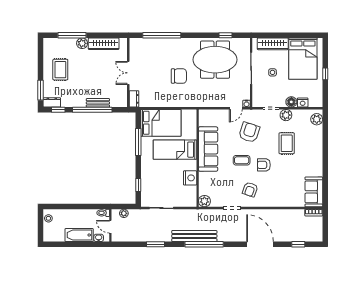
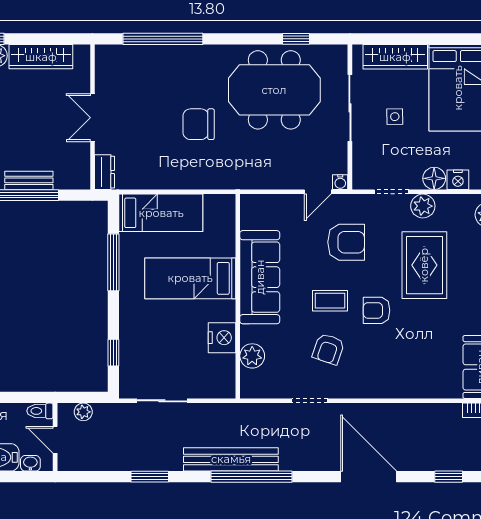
chair: (179, 76) -> (199, 124), turned 180
bed: (161, 123) -> (161, 213), width x0.67
armchair: (249, 132) -> (346, 242), turned 72
rug: (287, 143) -> (424, 265), width x1.36, depth x1.43
armchair: (250, 190) -> (328, 349), moved
plant: (204, 201) -> (252, 356), moved

